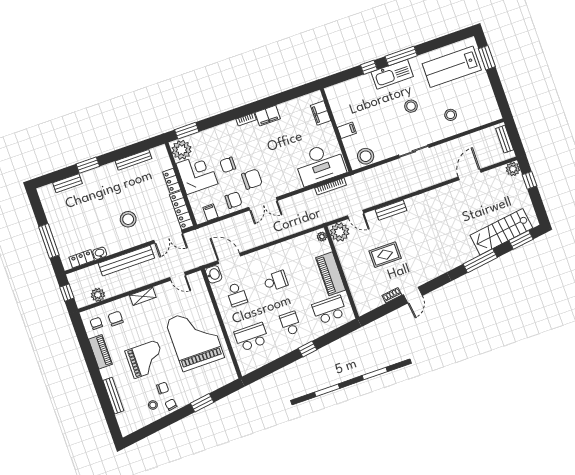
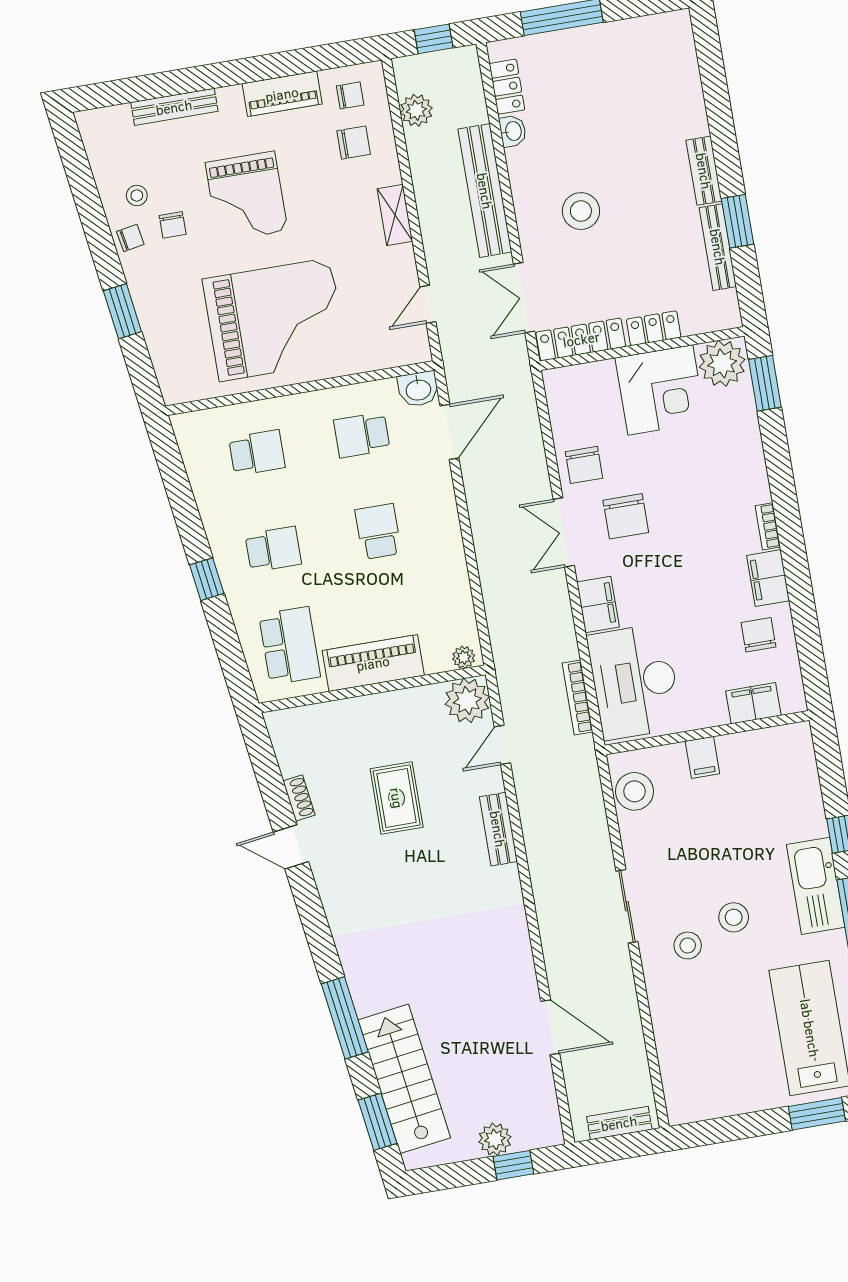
stool: (451, 115) -> (688, 945), moved
window: (88, 165) -> (738, 221), moved
chair: (228, 165) -> (759, 635), moved
plant: (513, 169) -> (495, 1139), moved
bench: (67, 183) -> (704, 171), moved
filing cabinet: (210, 212) -> (598, 604), moved, width x2.00
school desk: (276, 281) -> (378, 531), turned 180
school desk: (251, 337) -> (257, 453), width x0.54

